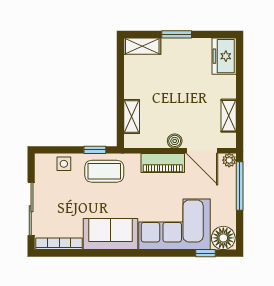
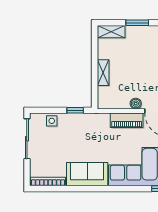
shelving: (132, 117) -> (103, 73), moved
coffee table: (104, 171) -> (82, 126), removed
sliding door: (31, 209) -> (27, 139), moved

